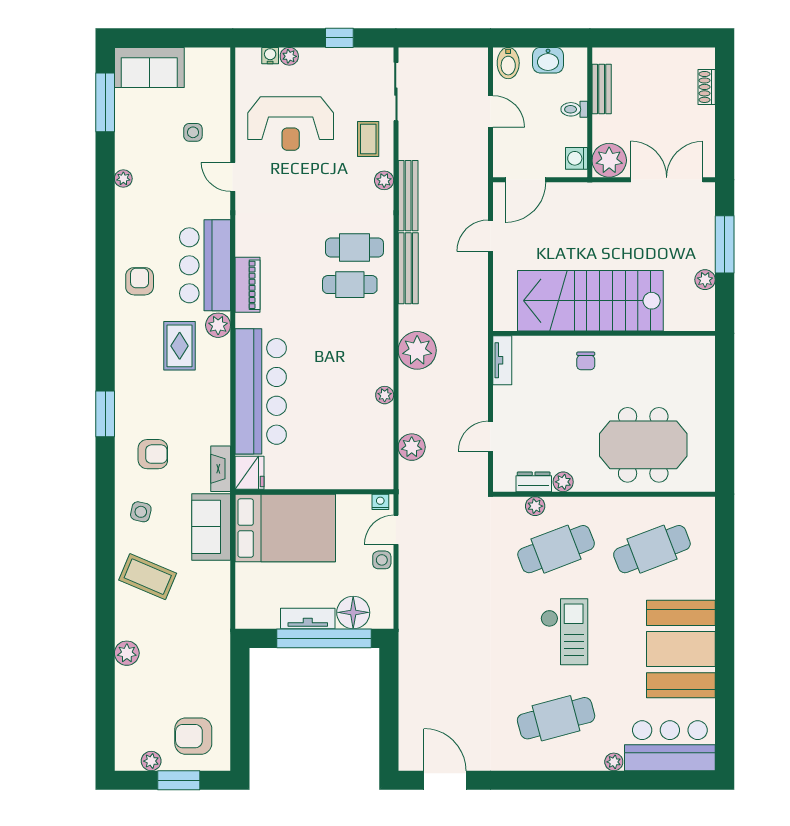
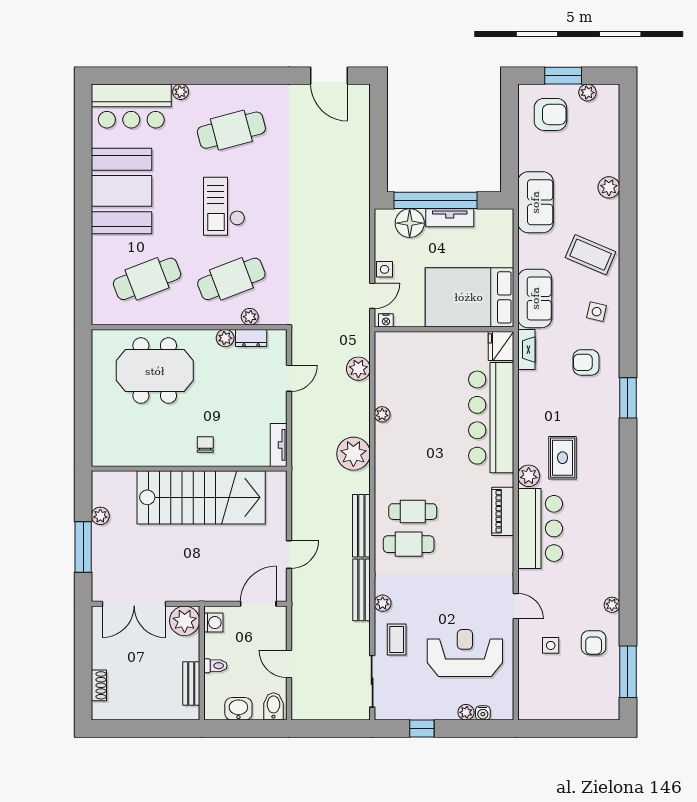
sofa: (149, 67) -> (535, 202), moved, turned 90
armchair: (140, 281) -> (594, 643), moved

